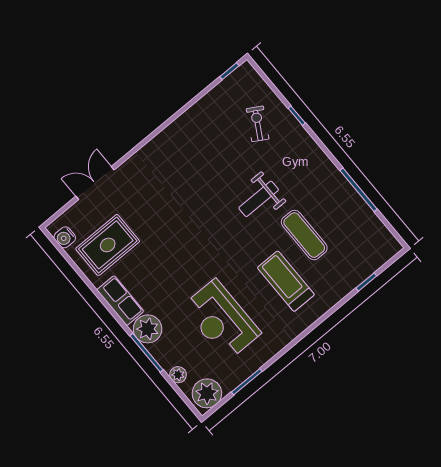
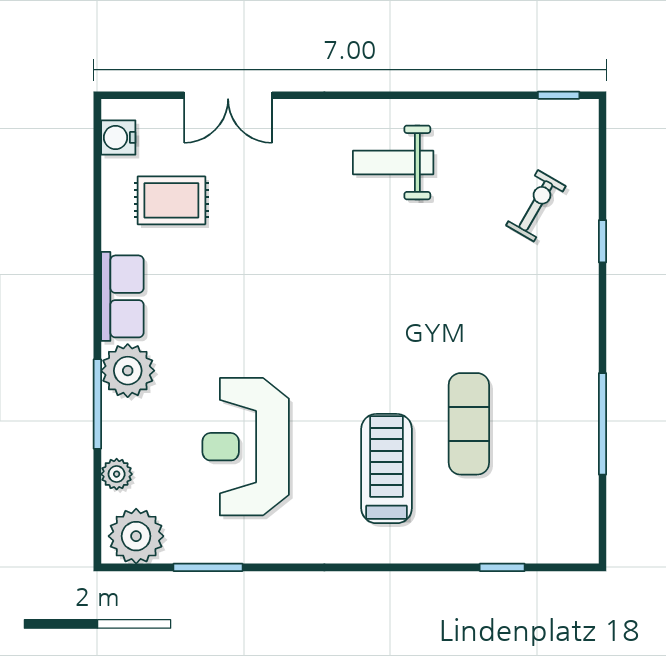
double door: (95, 183) -> (228, 95), swing flipped
weight bench: (259, 199) -> (393, 162), moved
rug: (108, 245) -> (171, 200), width x0.73, depth x0.70

